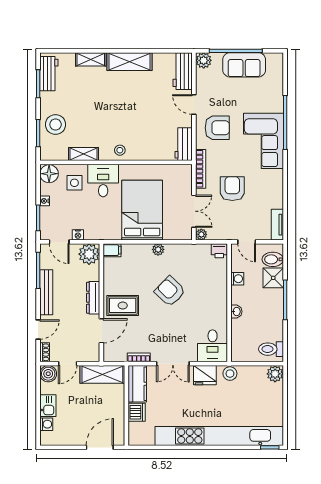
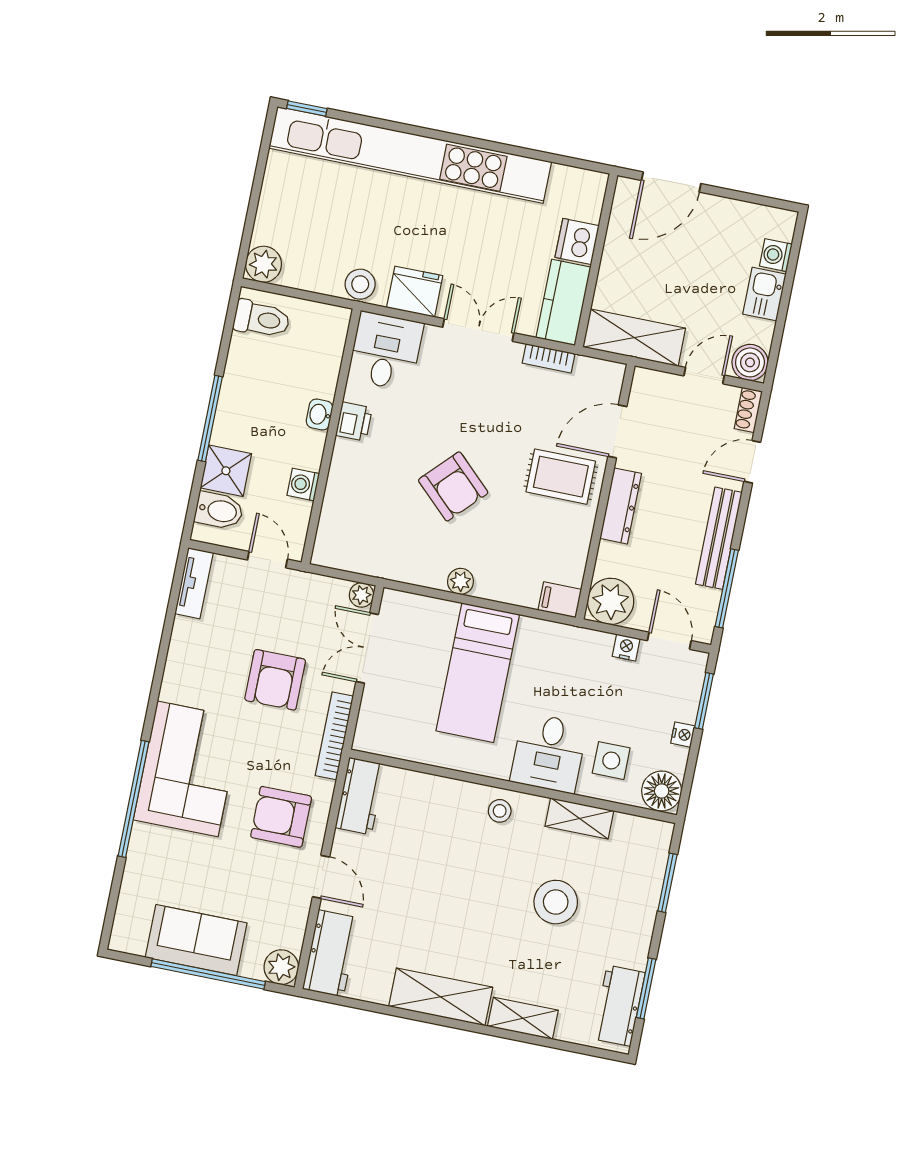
stool: (56, 124) -> (556, 902), moved
bed: (142, 210) -> (478, 673), width x0.67
printer: (219, 251) -> (354, 422), moved, turned 90

